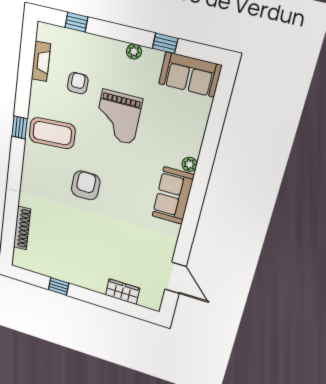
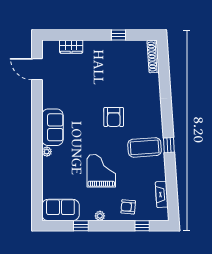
armchair: (78, 83) -> (128, 207), moved, turned 95
shoe rack: (22, 228) -> (153, 56), moved

